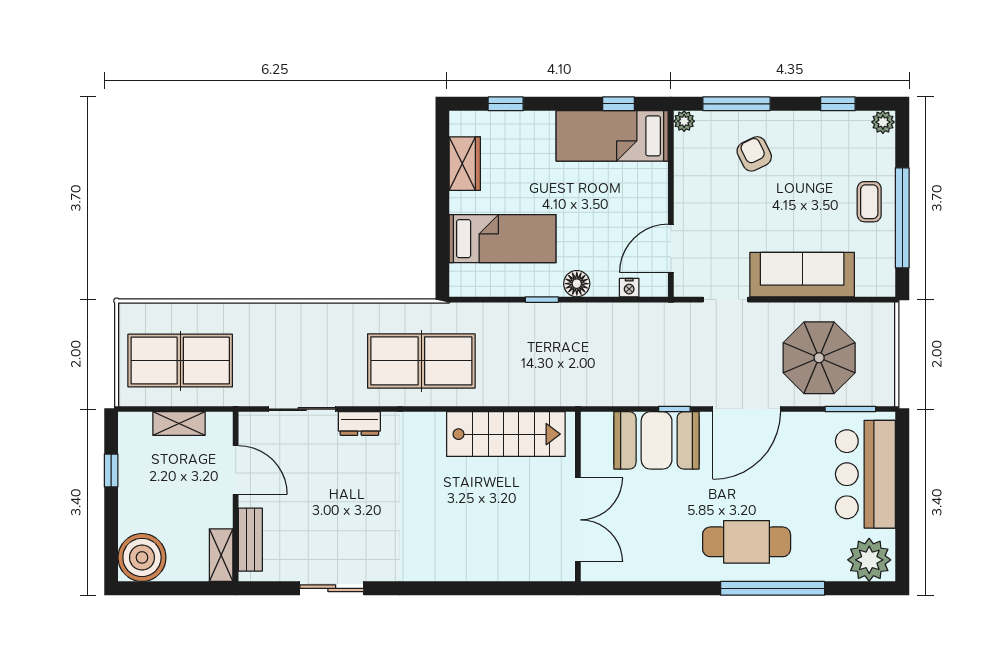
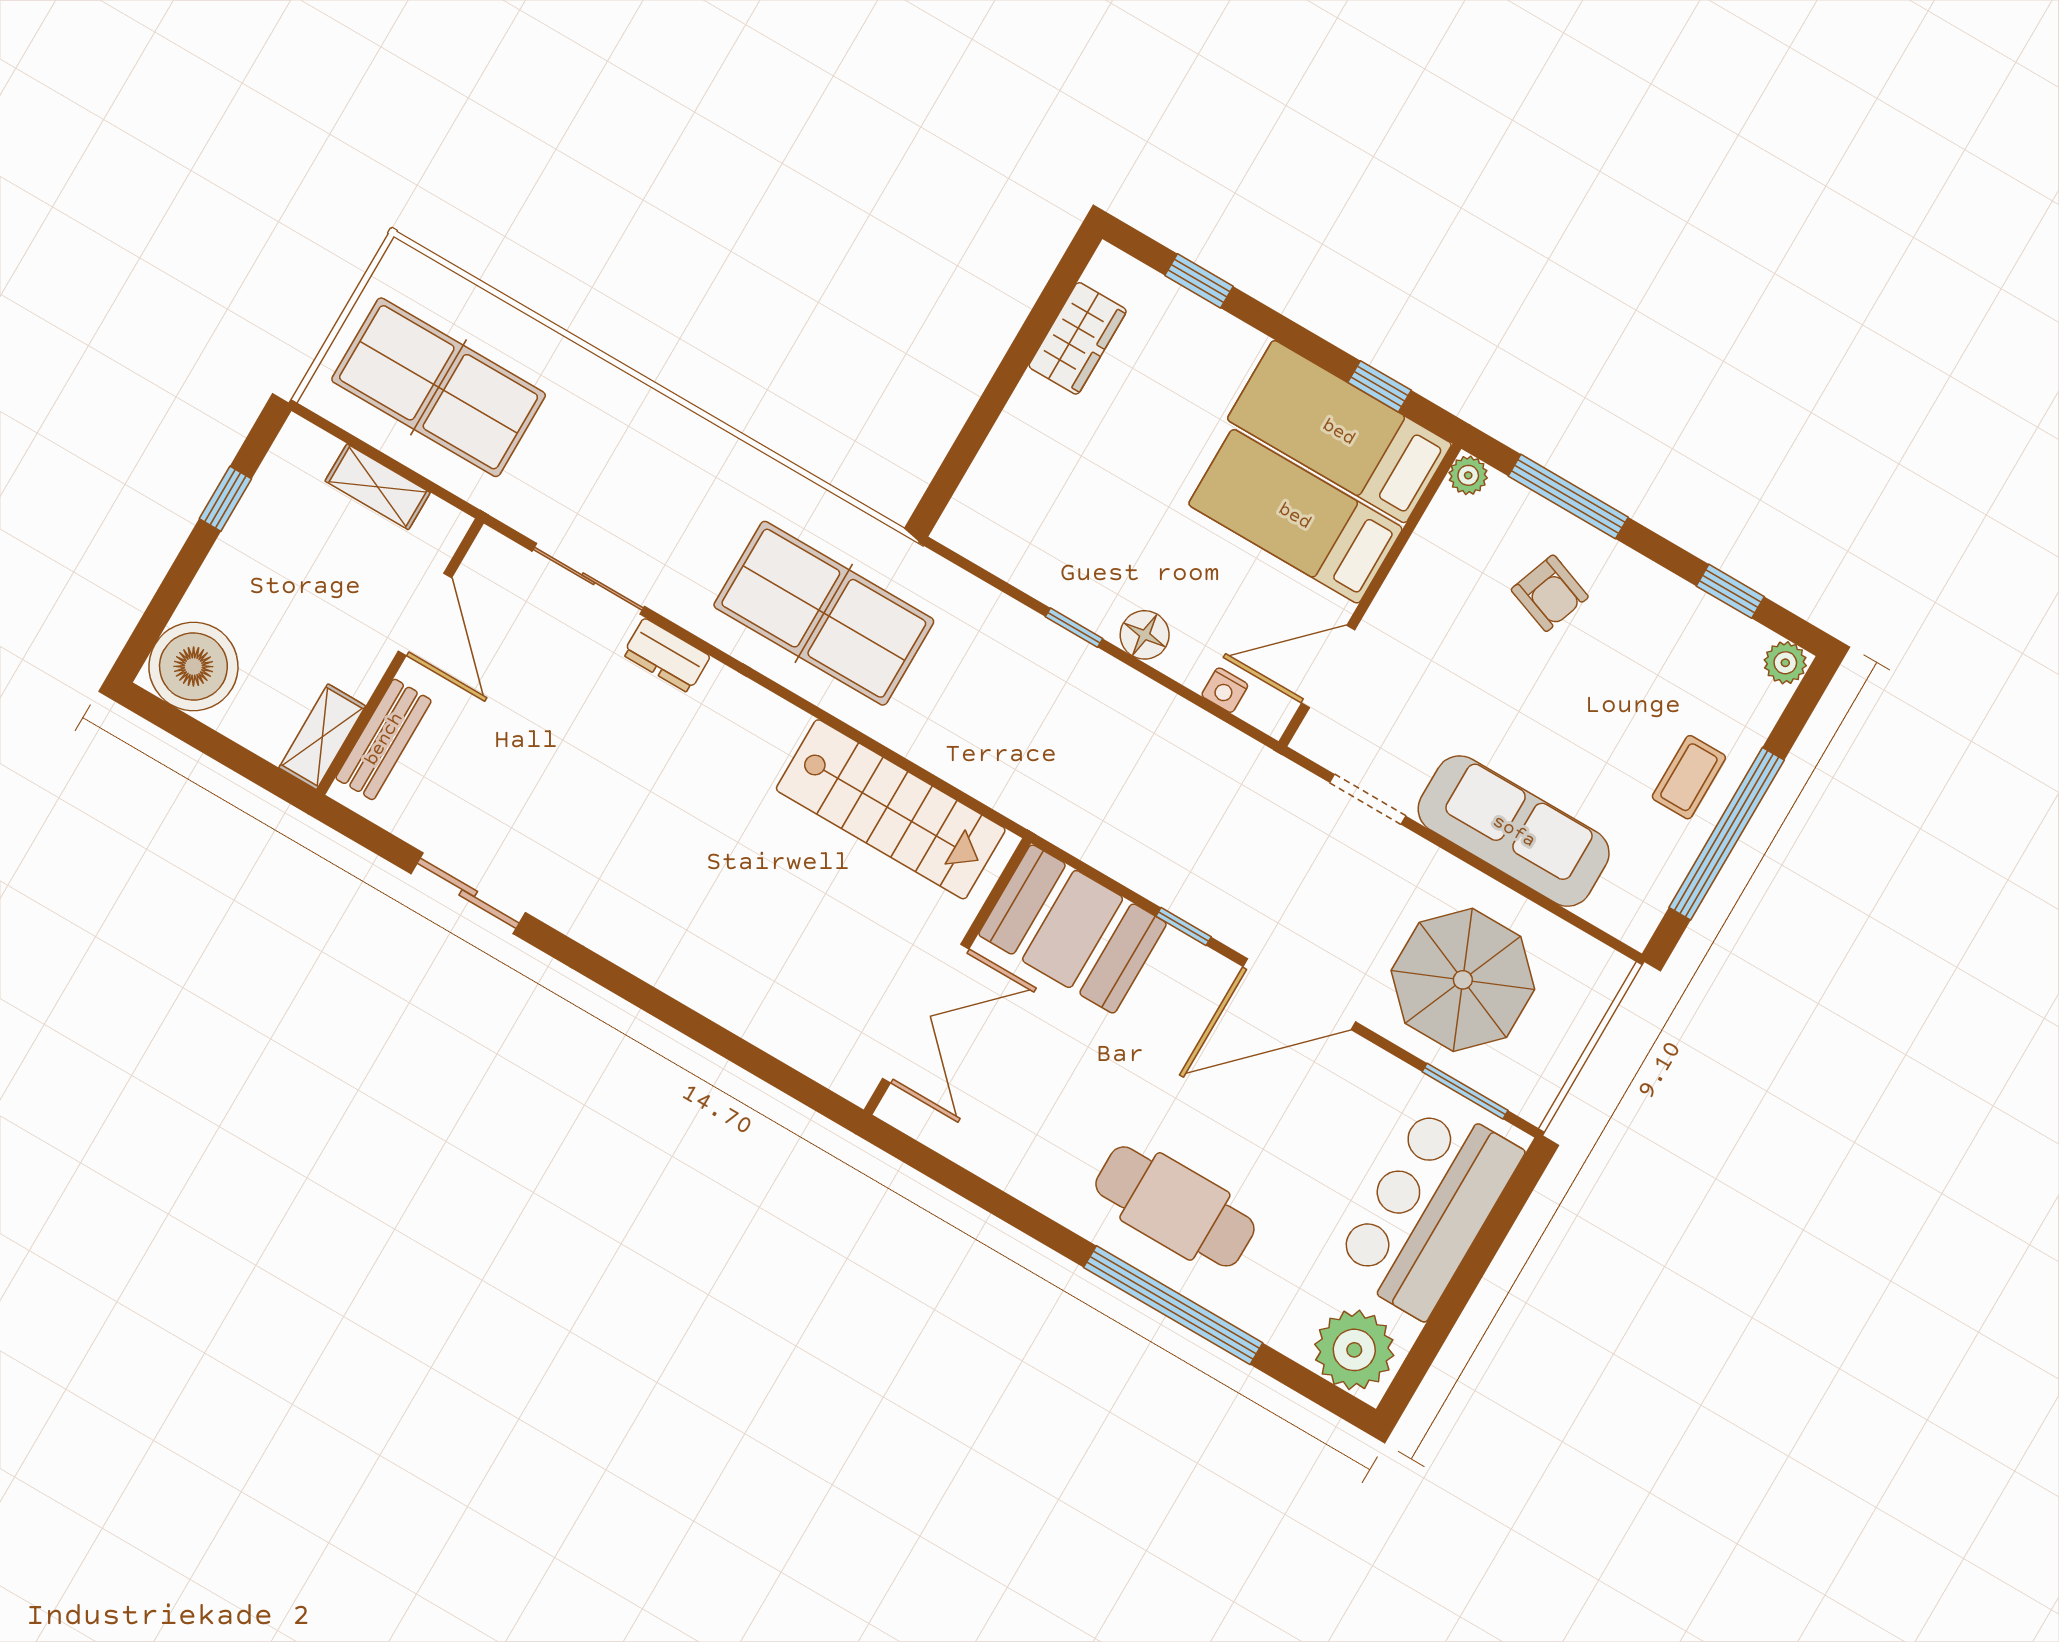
armchair: (754, 154) -> (1550, 593), turned 136
bed: (503, 239) -> (1295, 516), moved, turned 180
booth: (657, 440) -> (1073, 929), moved

